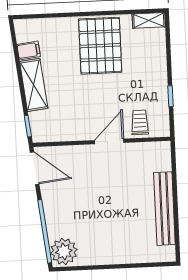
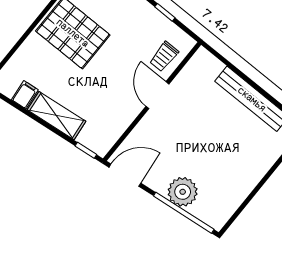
trolley: (140, 122) -> (164, 56), turned -90
plant: (64, 251) -> (183, 192), moved

